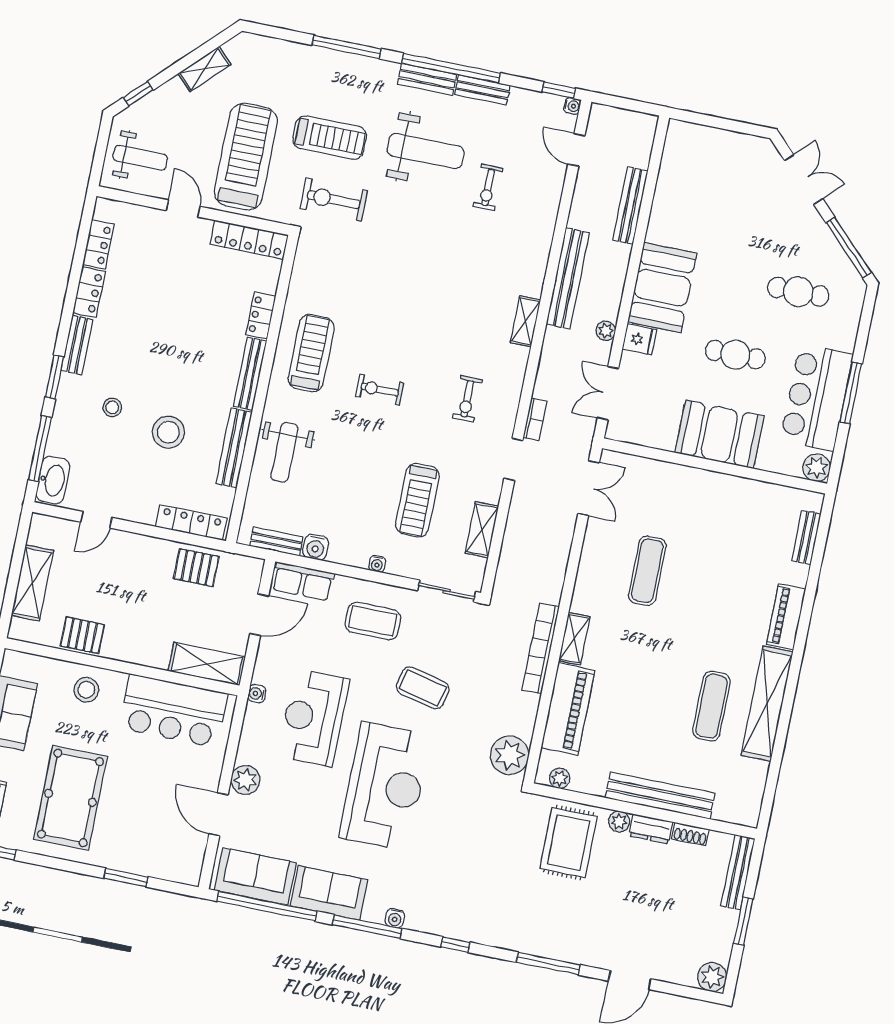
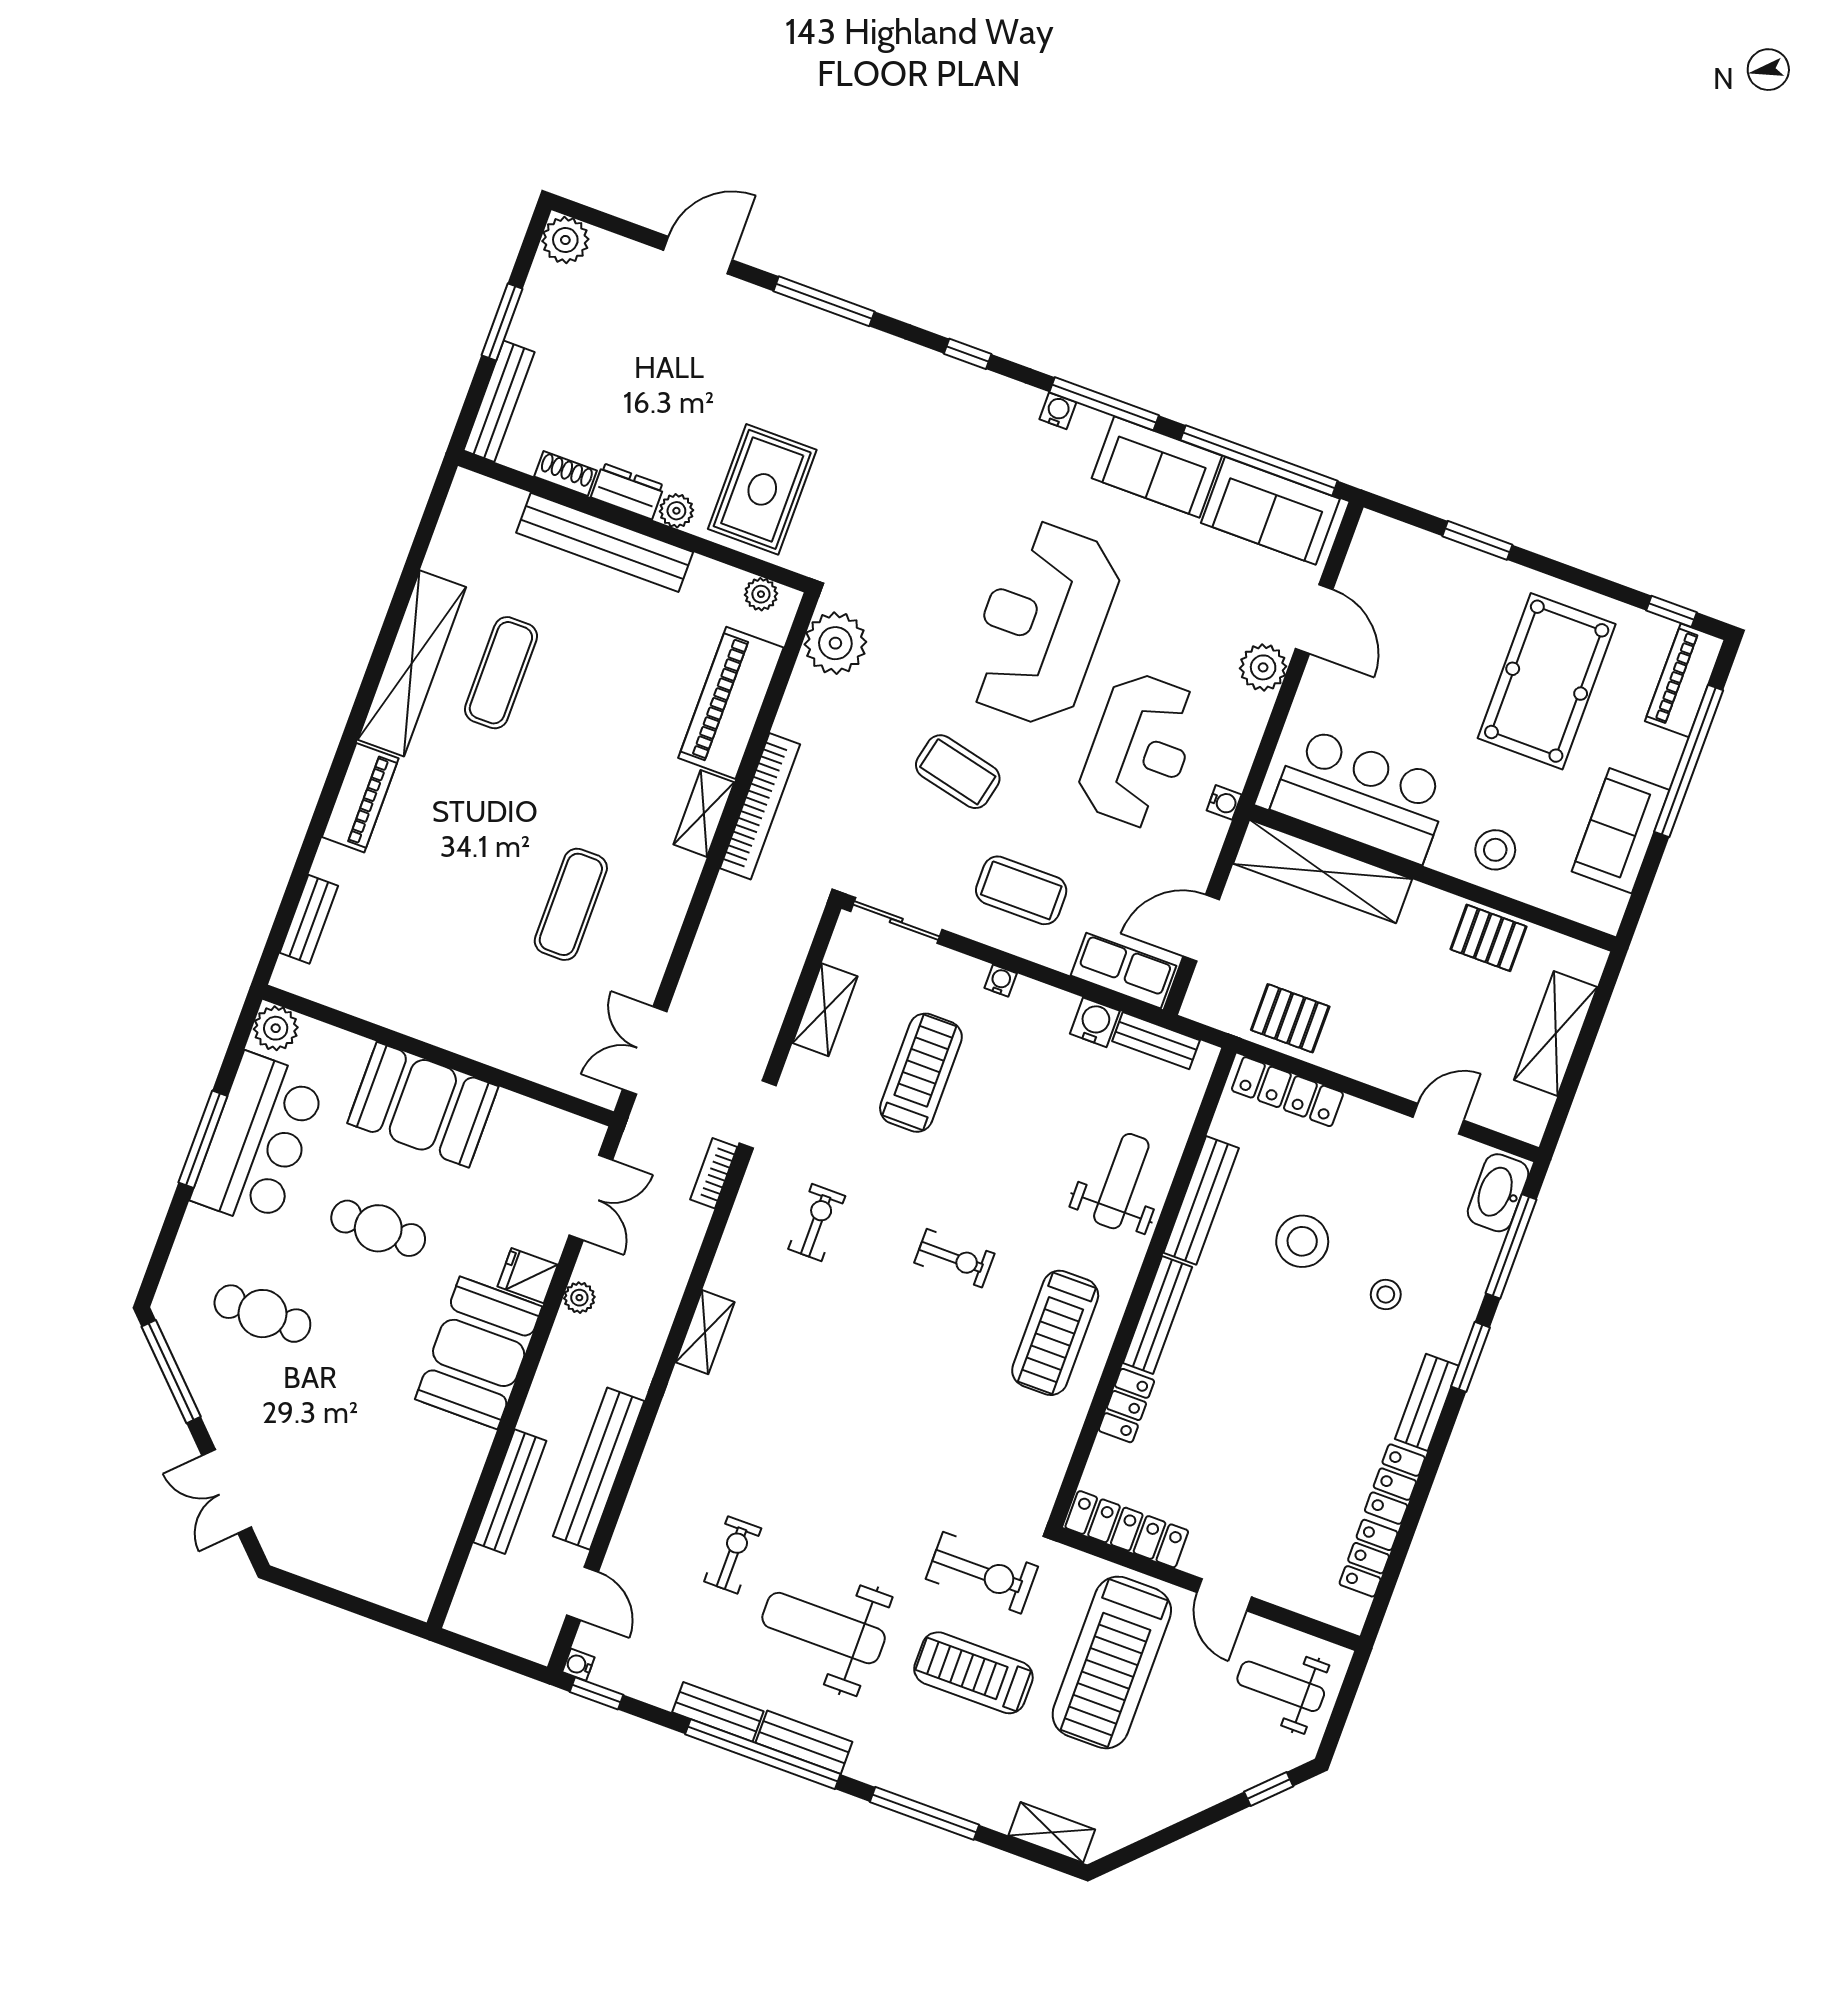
shelving: (204, 69) -> (1052, 1832), moved, turned 45
bench: (568, 278) -> (599, 1469), moved
shelving: (207, 664) -> (1323, 871), width x1.47

